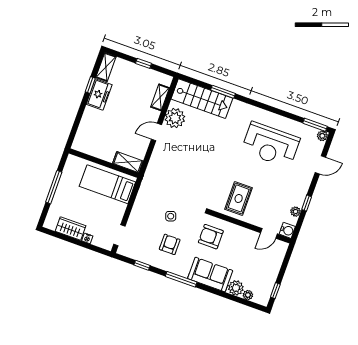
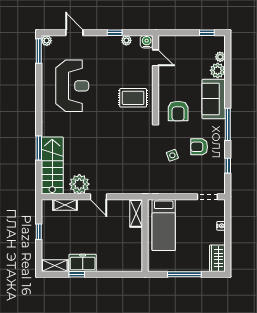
wardrobe: (71, 229) -> (217, 258), moved

